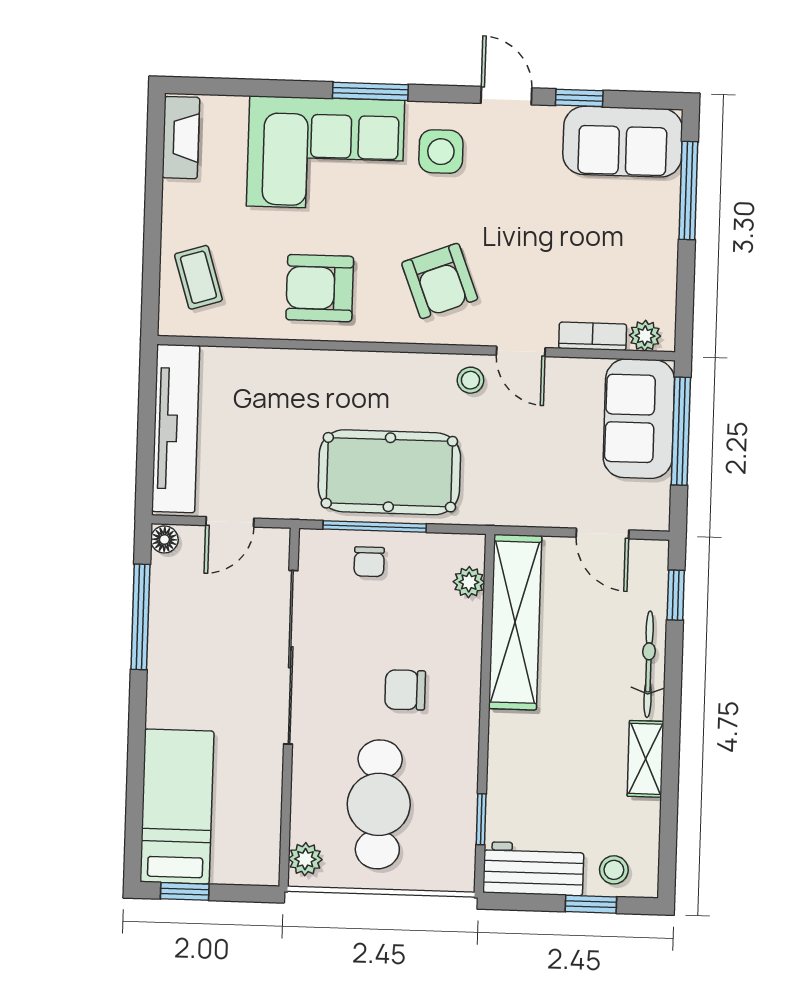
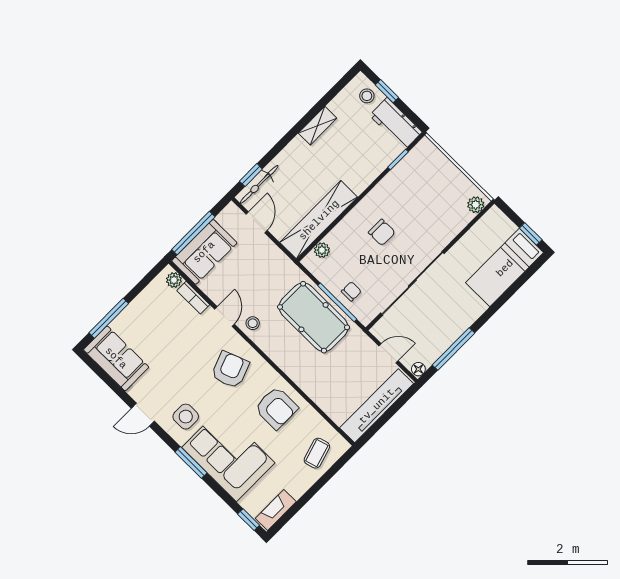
door: (506, 96) -> (143, 415), hinge flipped
window: (579, 98) -> (249, 520), moved
bicycle: (649, 664) -> (259, 184), moved
cafe table: (379, 804) -> (430, 200), removed

